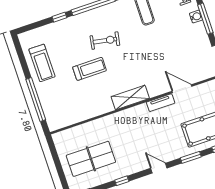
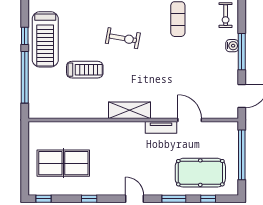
treadmill: (42, 63) -> (45, 39), width x1.37, depth x1.38
window: (24, 66) -> (25, 36), added
treadmill: (90, 69) -> (85, 70), moved

